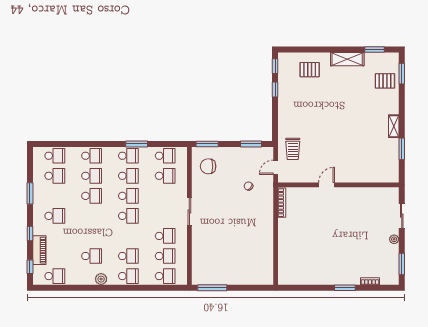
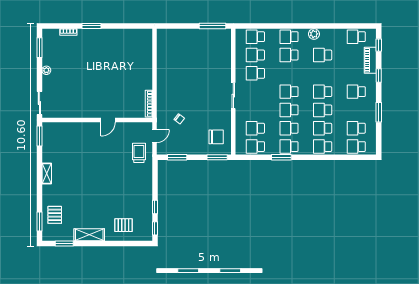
pallet: (385, 81) -> (55, 215), turned 90
window: (402, 149) -> (39, 136), moved
school desk: (92, 216) -> (323, 92), added
sliding door: (402, 216) -> (39, 103), moved

